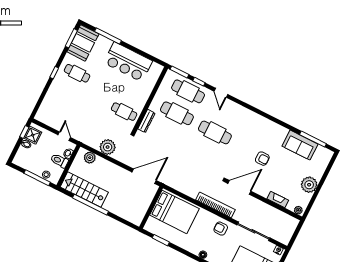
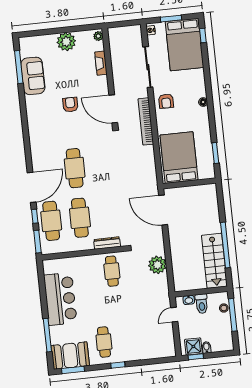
door: (221, 93) -> (32, 187), width x1.87
plant: (90, 158) -> (179, 276), removed

